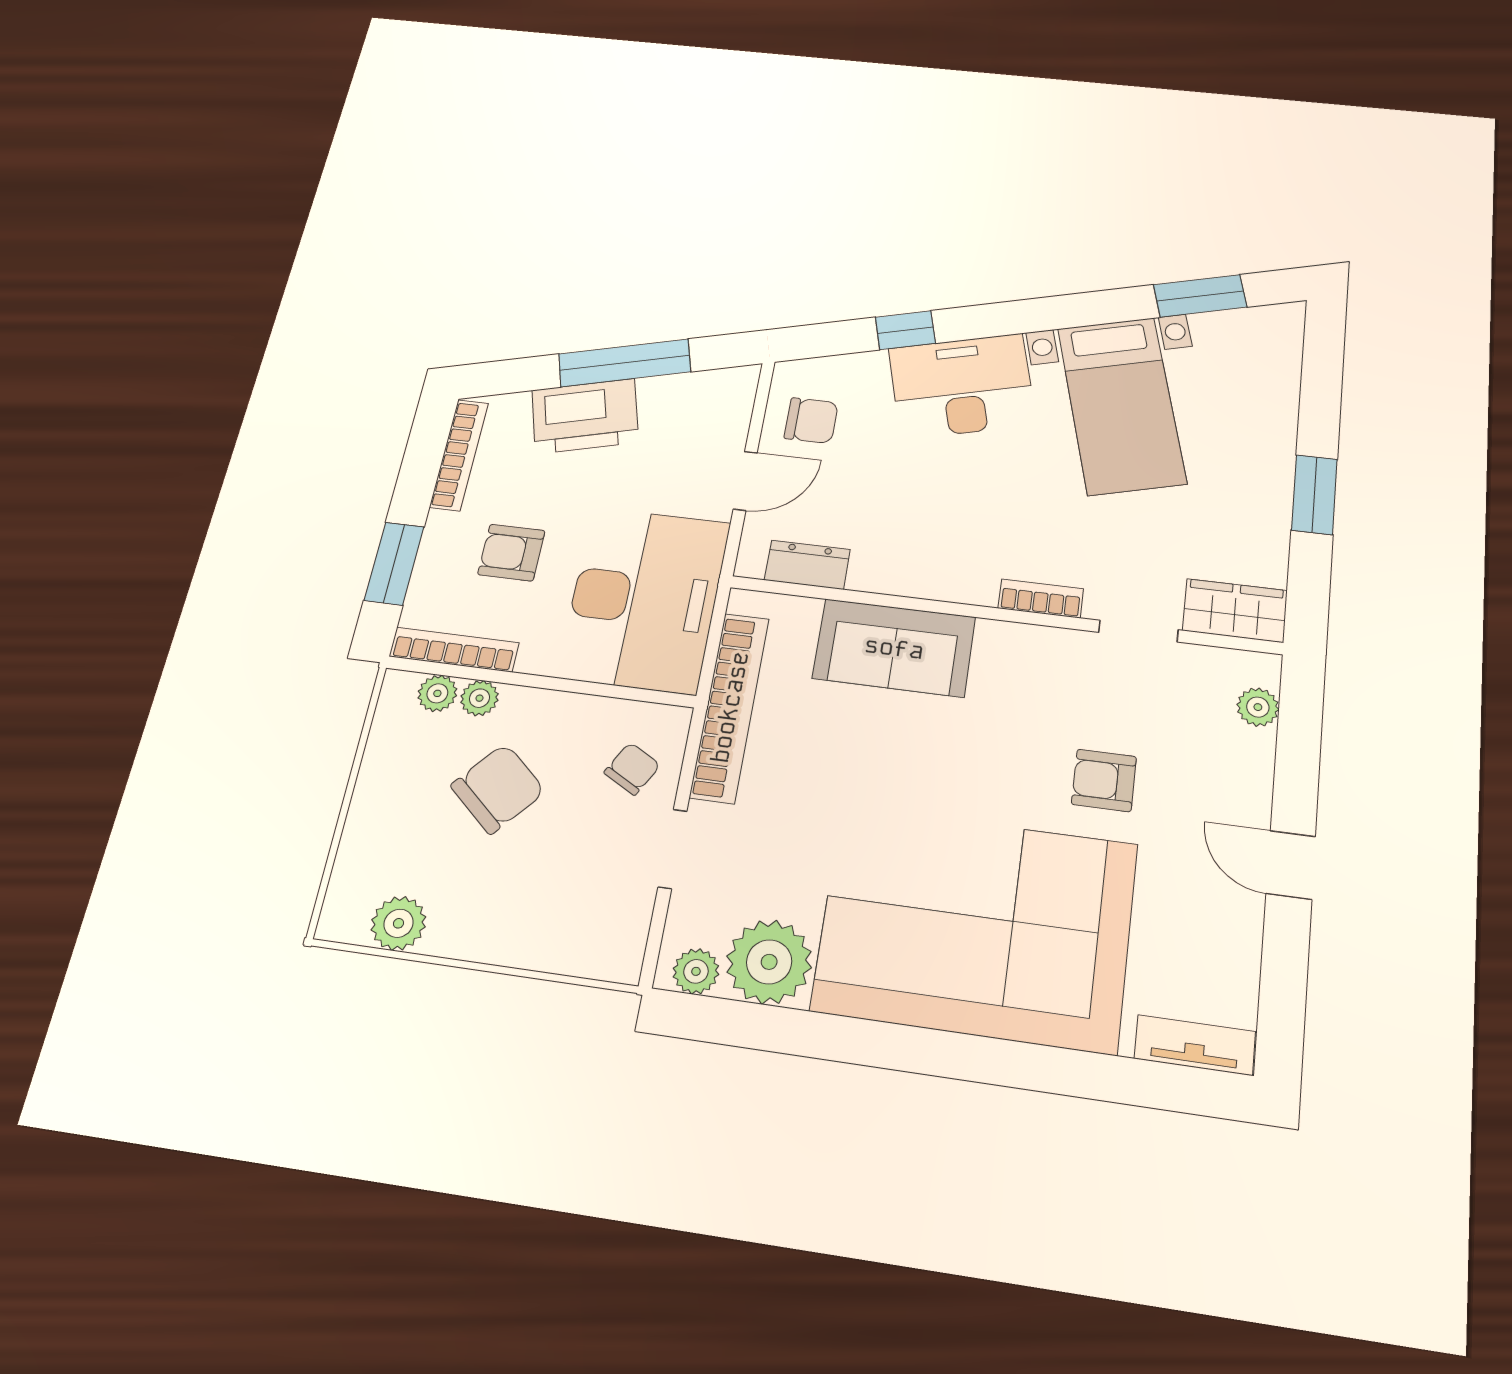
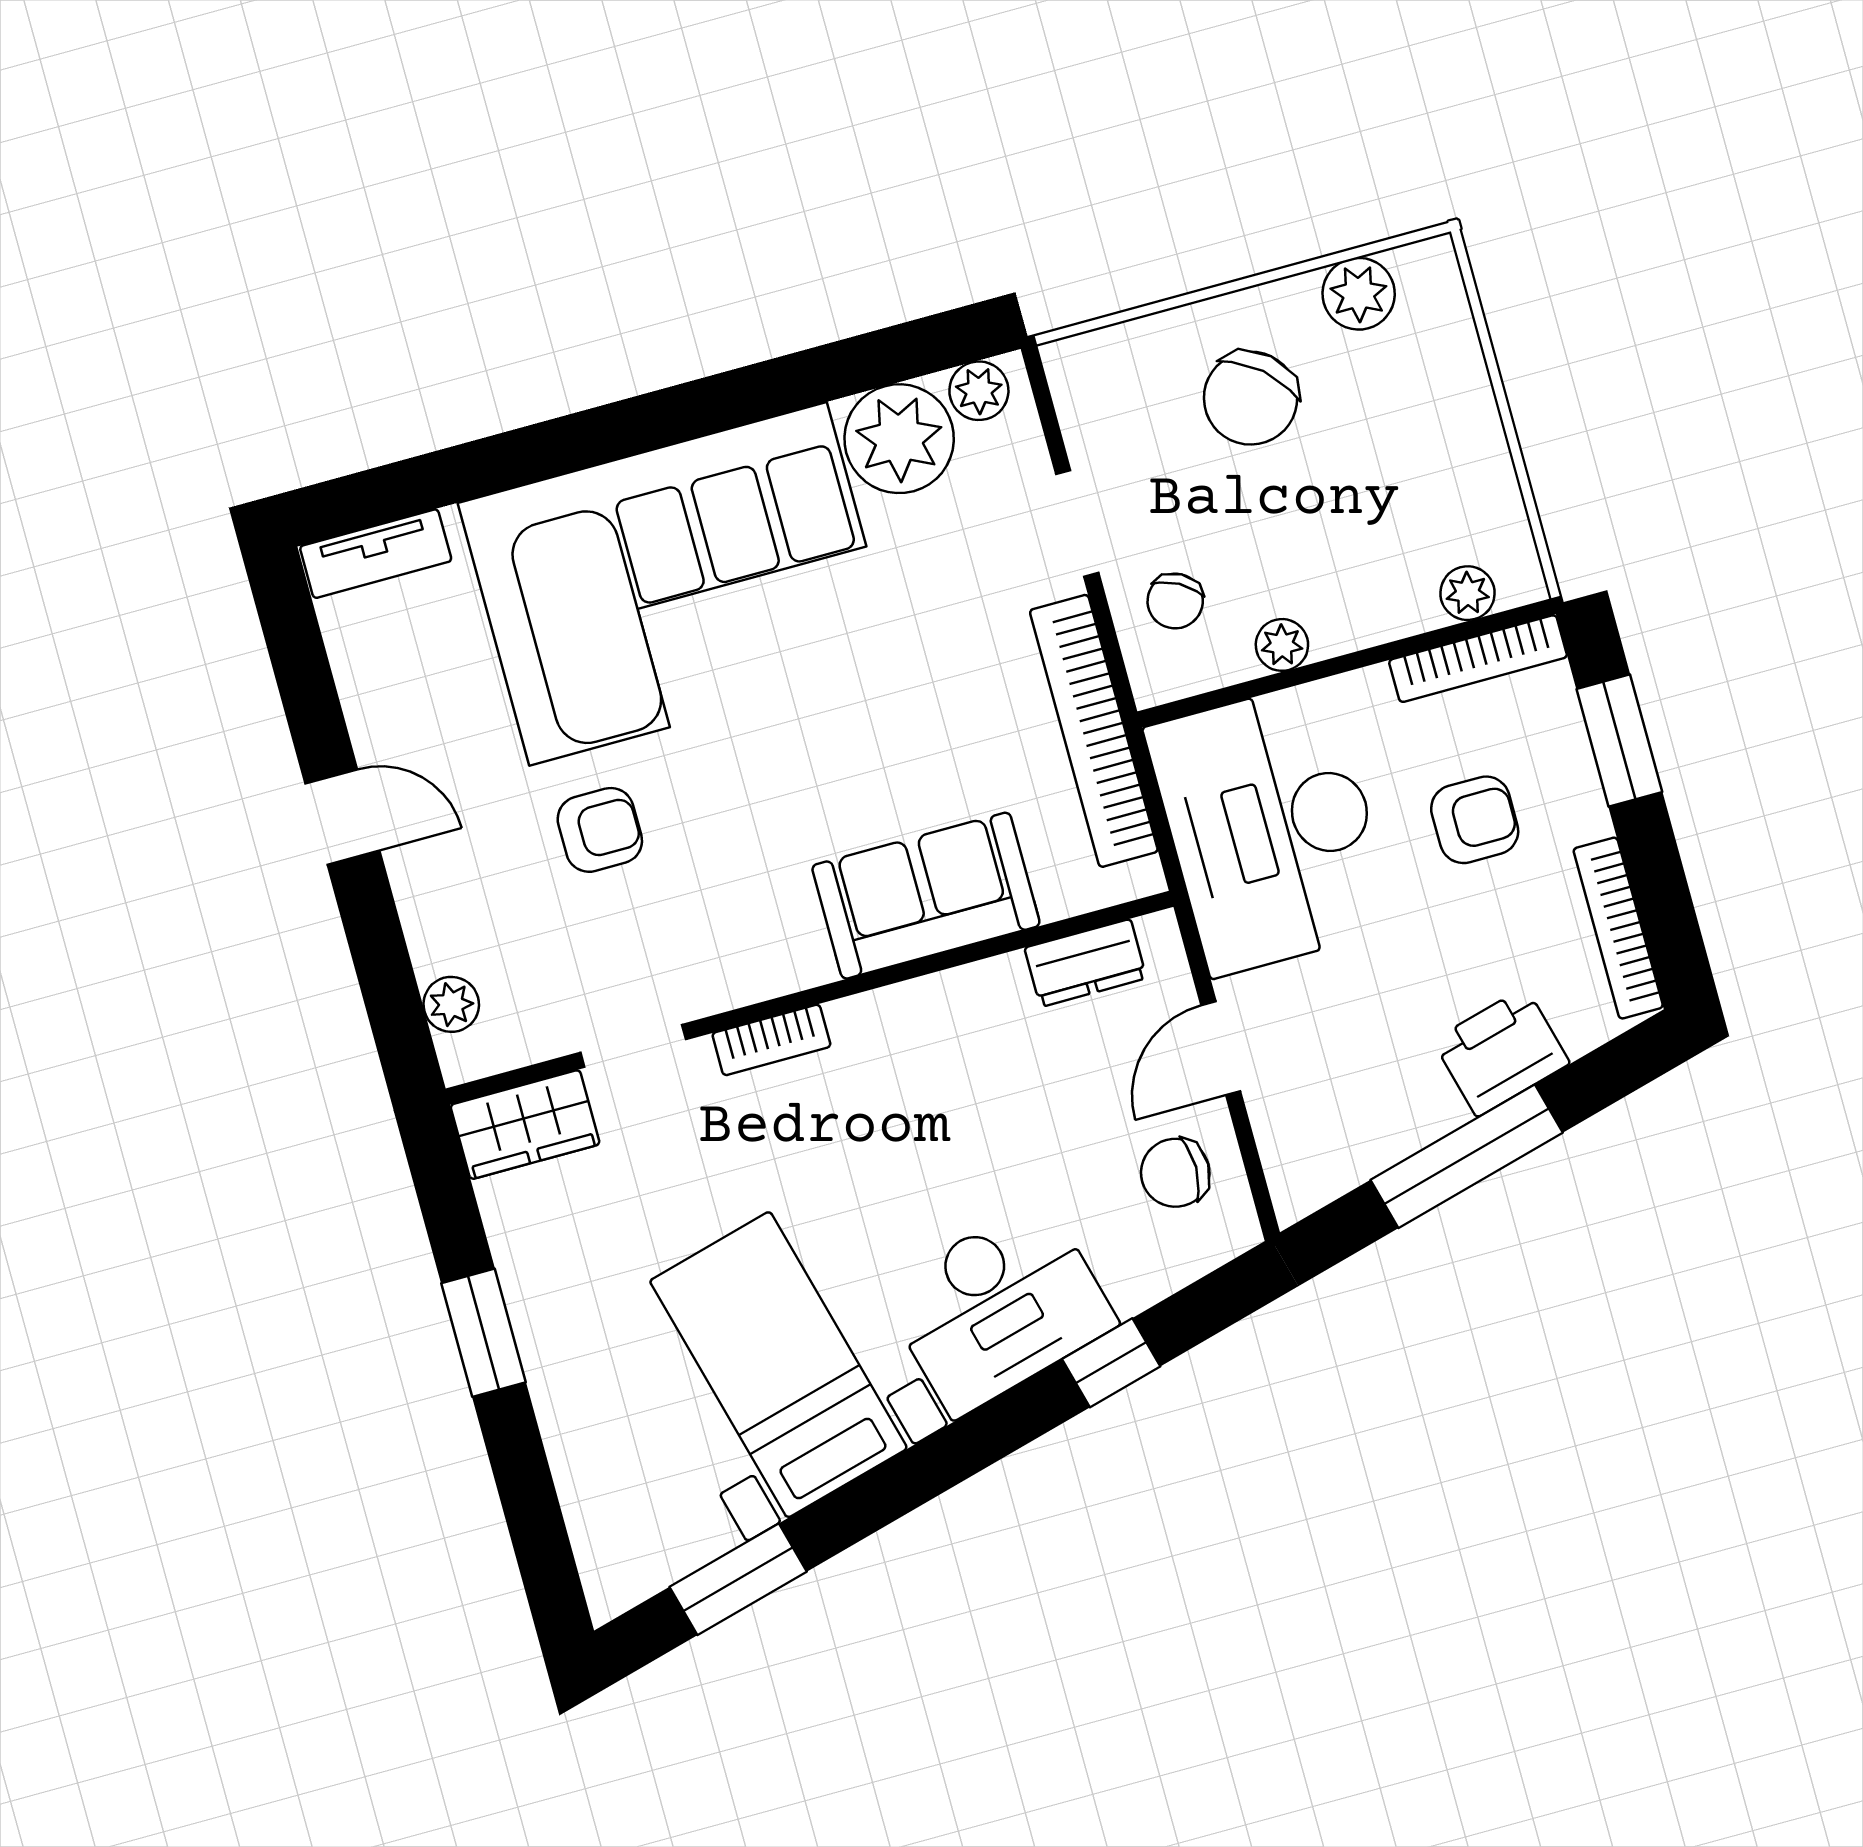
printer: (585, 416) -> (1501, 1052), width x0.73, depth x0.84
plant: (479, 698) -> (1282, 645), moved
chair: (498, 789) -> (1251, 398), moved

